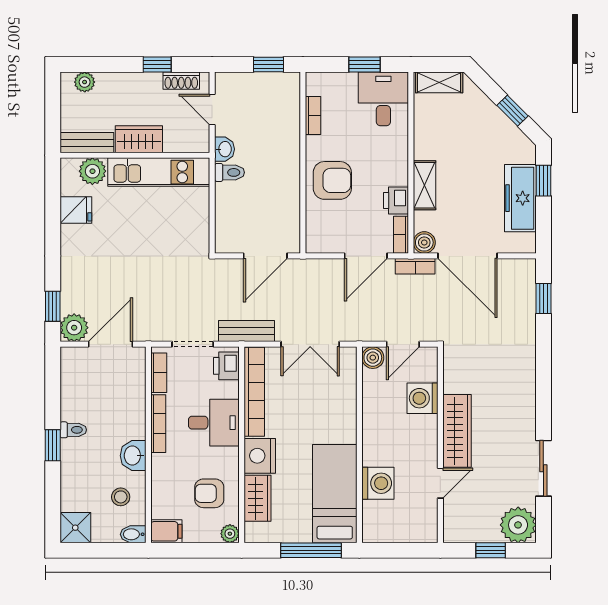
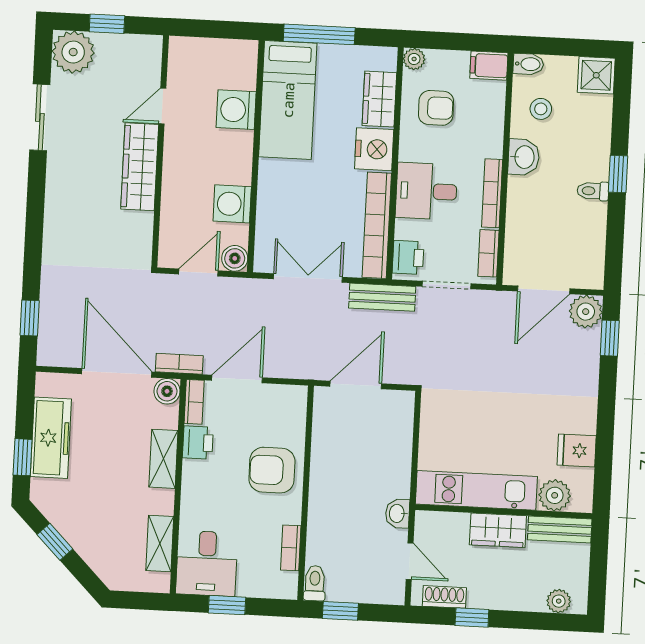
shelving: (439, 82) -> (160, 543), moved, turned 90
toilet: (230, 172) -> (315, 583), moved, turned 90
washing machine: (422, 398) -> (232, 204), moved, turned 180

